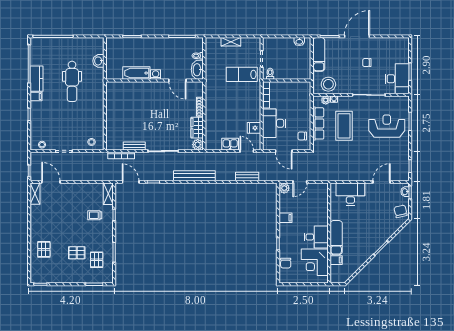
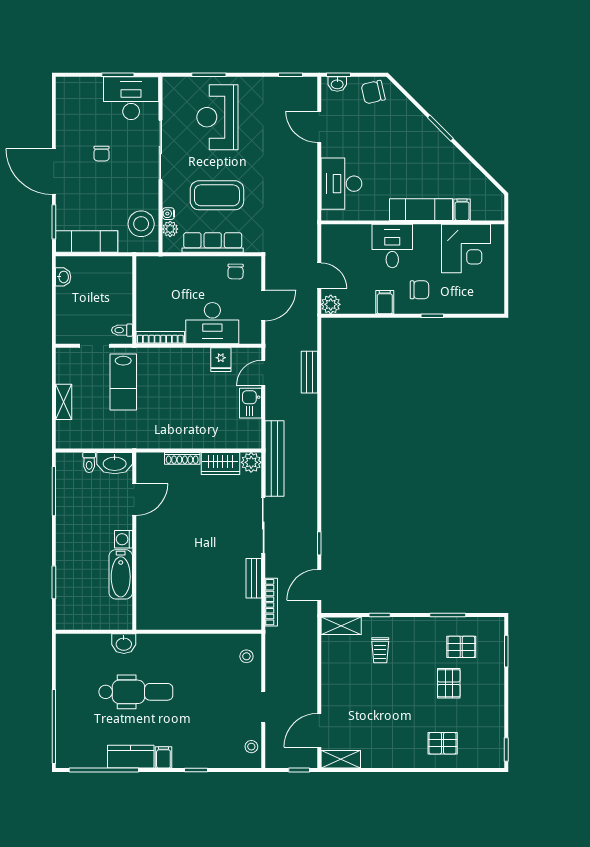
washbasin: (98, 61) -> (124, 644), moved
bench: (194, 176) -> (275, 458), moved
desk: (316, 237) -> (392, 246), moved
chair: (286, 263) -> (419, 290), moved

